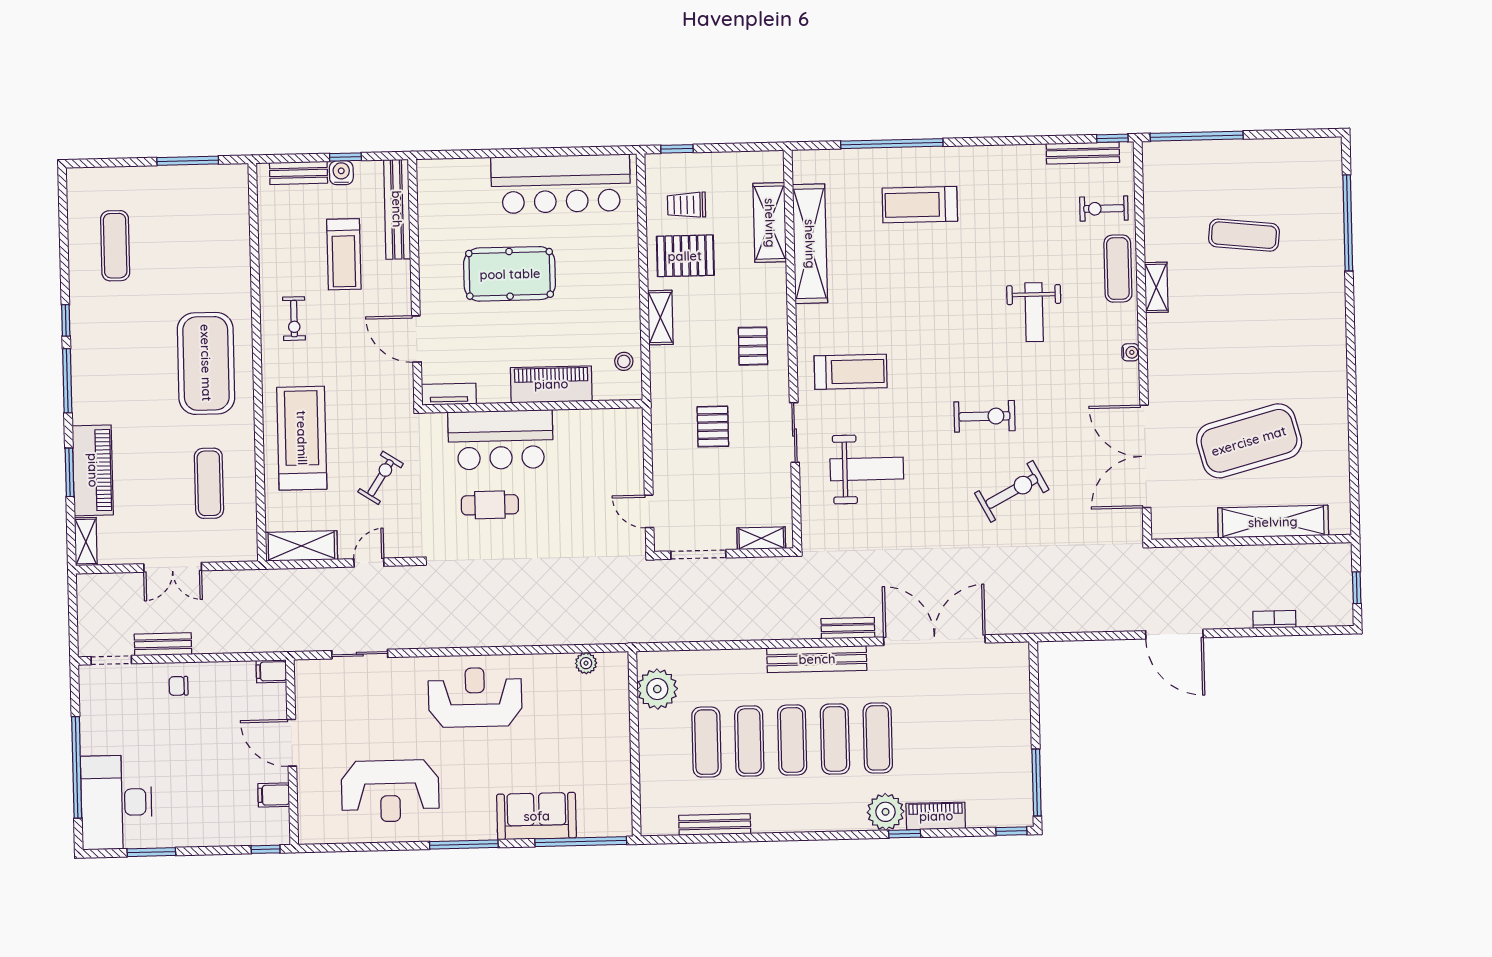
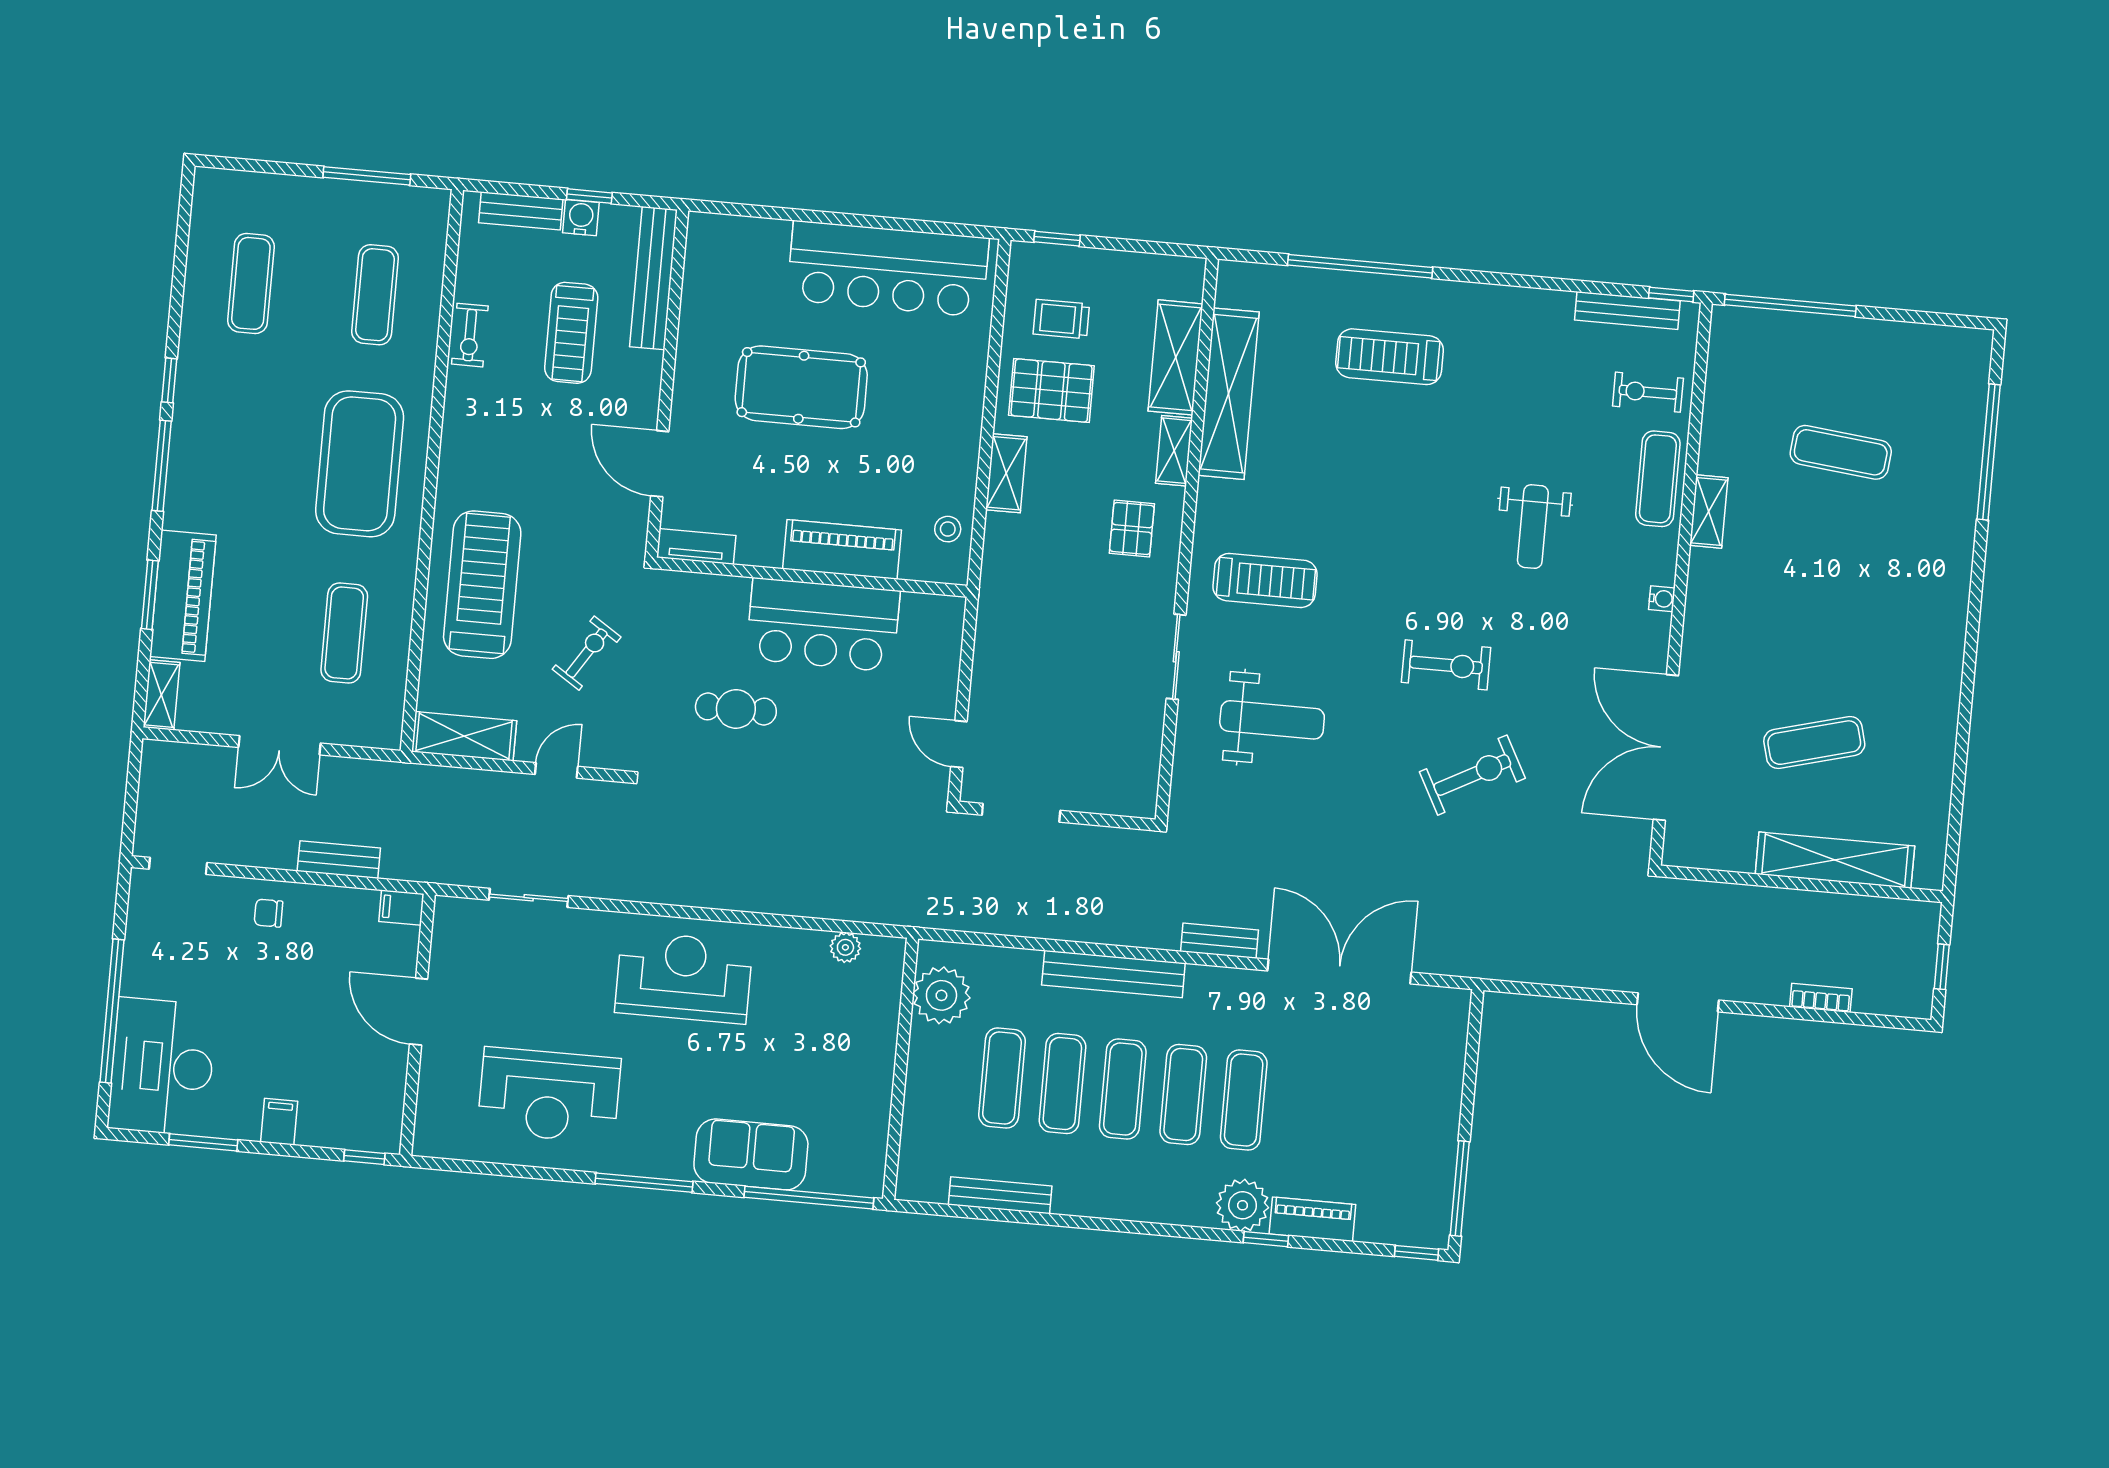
exercise mat: (203, 244) -> (375, 295), added
exercise bike: (294, 319) -> (470, 335), moved
pallet: (713, 426) -> (1062, 635), removed
bar counter: (501, 440) -> (823, 625), moved
exercise mat: (1249, 441) -> (1814, 743), width x0.50, depth x0.69
shelving: (761, 538) -> (1174, 451), moved, turned 90
bench: (163, 644) -> (339, 860), moved
bench: (817, 659) -> (1113, 974), moved
filing cabinet: (274, 795) -> (279, 1122), moved, turned 90

